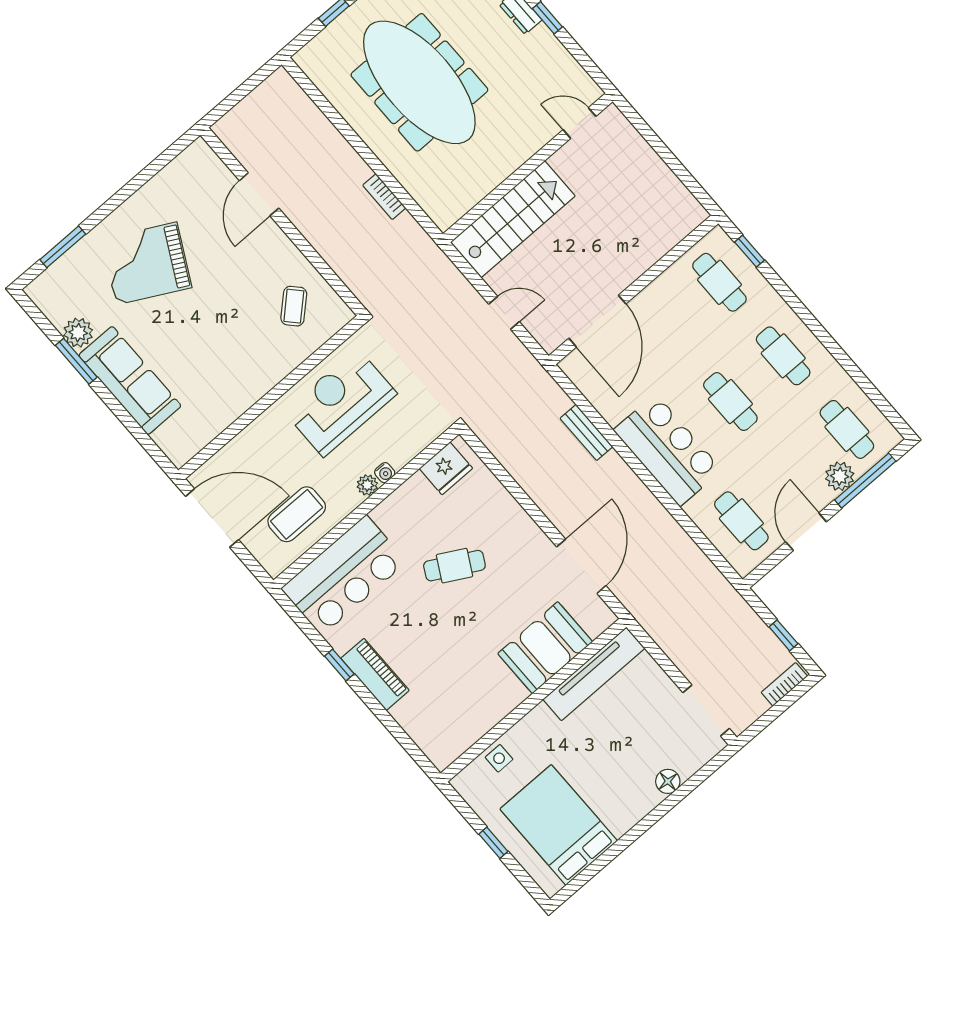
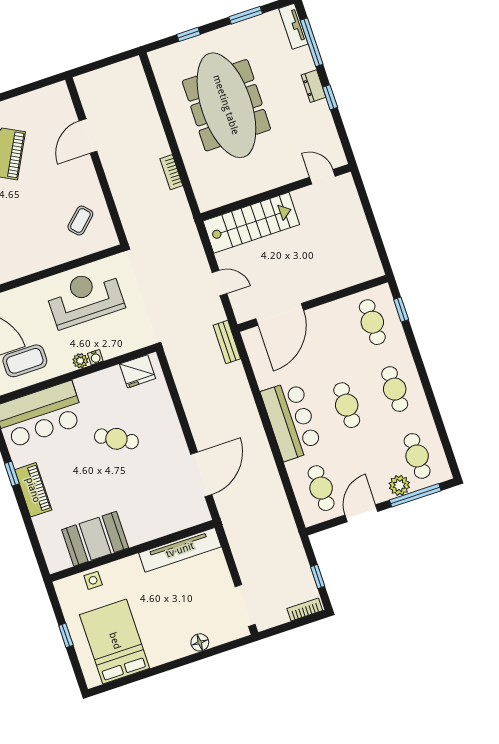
bench: (586, 432) -> (227, 342), moved
booth: (545, 648) -> (95, 539), moved

